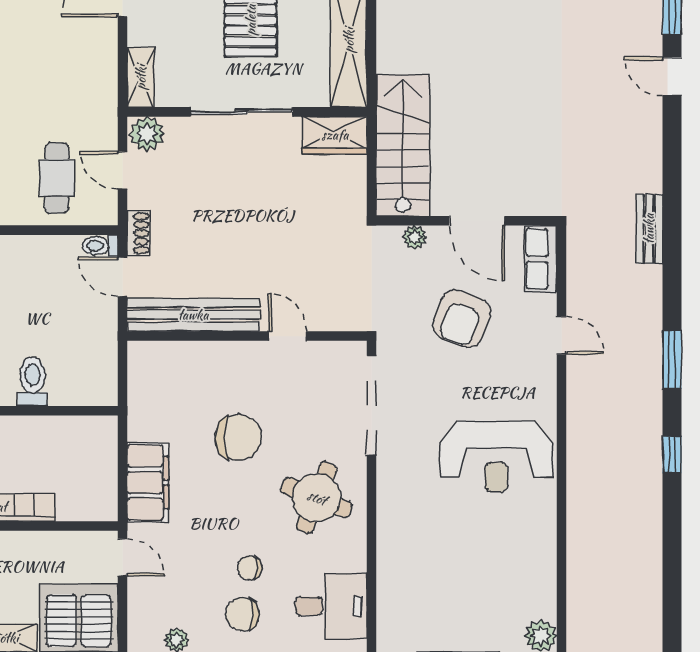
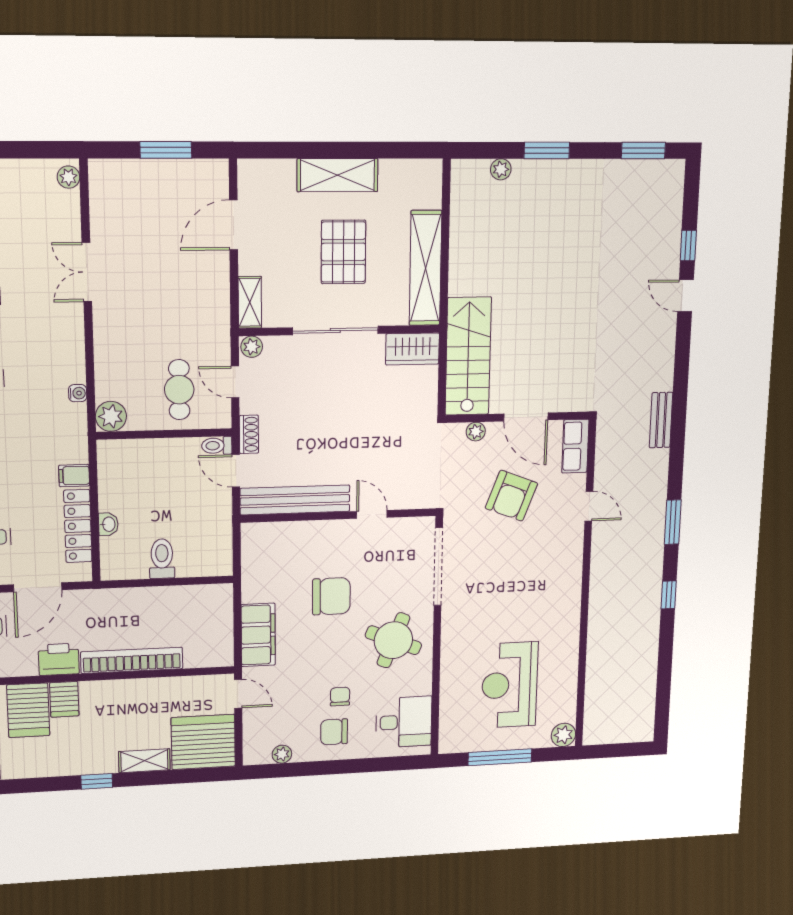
plant: (147, 134) -> (252, 347), width x0.73, depth x0.73
reception desk: (496, 456) -> (510, 685), moved, turned 90
chair: (250, 568) -> (340, 697), turned 90

